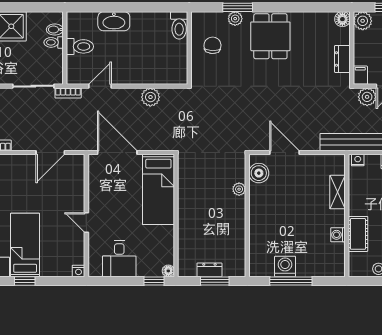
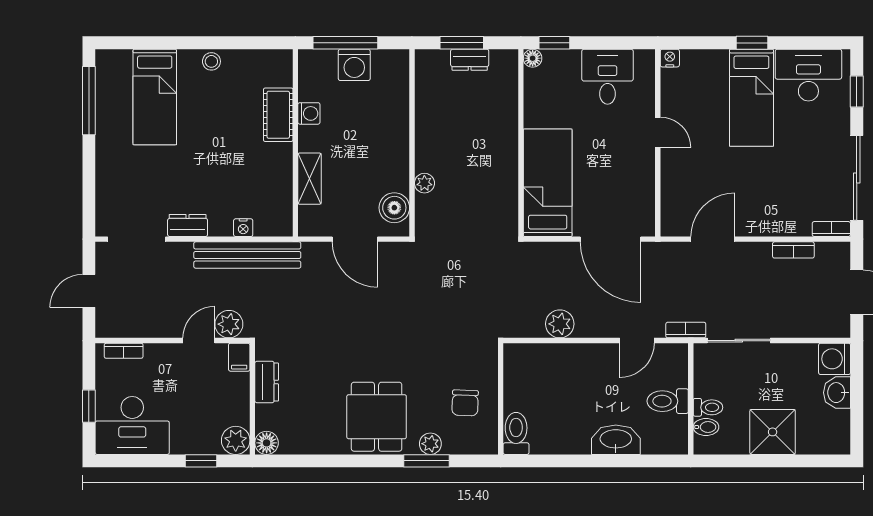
shelving: (337, 192) -> (310, 179), moved
wall: (347, 216) -> (295, 143), moved
cot: (358, 234) -> (278, 115), moved
washing machine: (338, 235) -> (309, 113), moved

